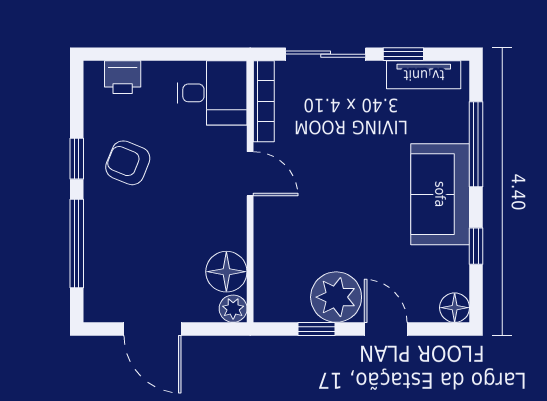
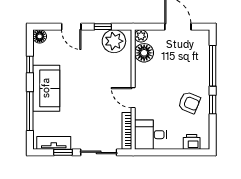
plant: (336, 297) -> (114, 41), moved

